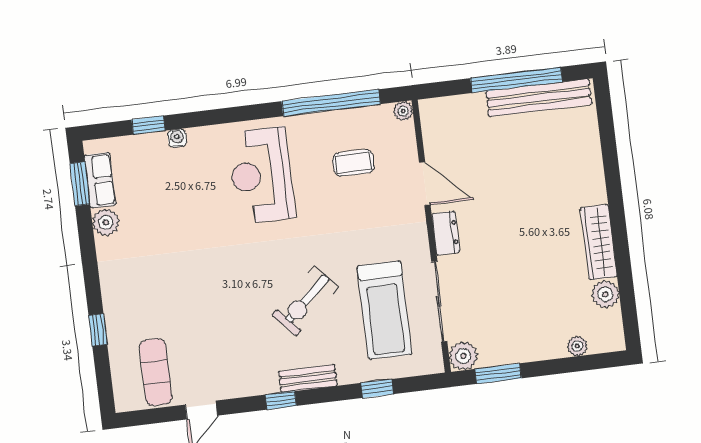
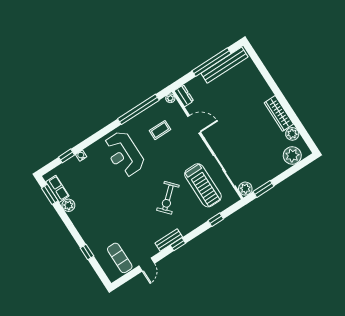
dresser: (446, 233) -> (184, 96), moved
plant: (577, 346) -> (292, 156), width x1.88, depth x1.88
bench: (308, 379) -> (169, 240), moved

